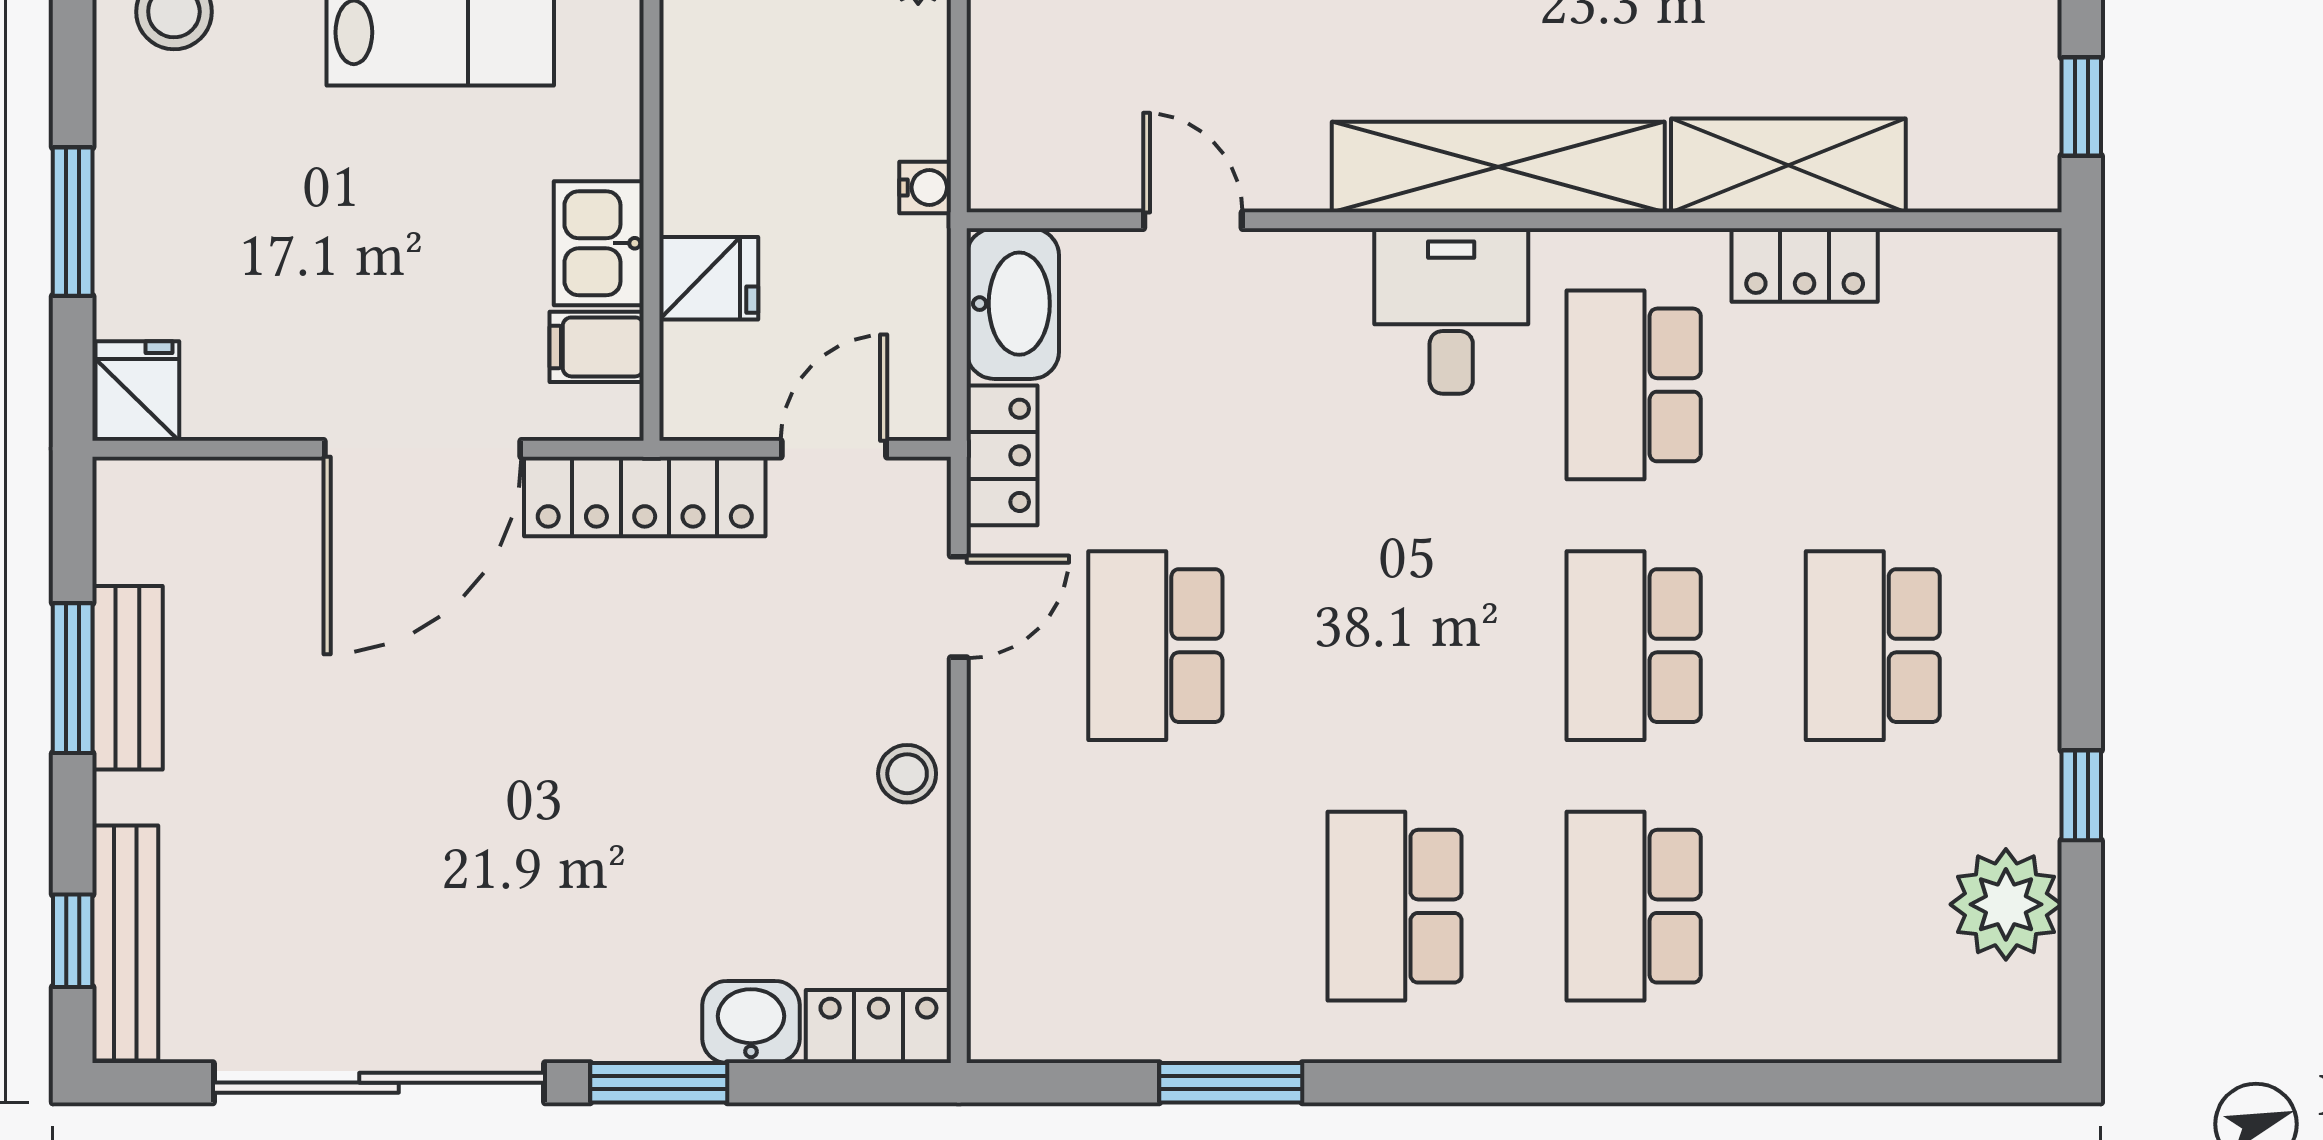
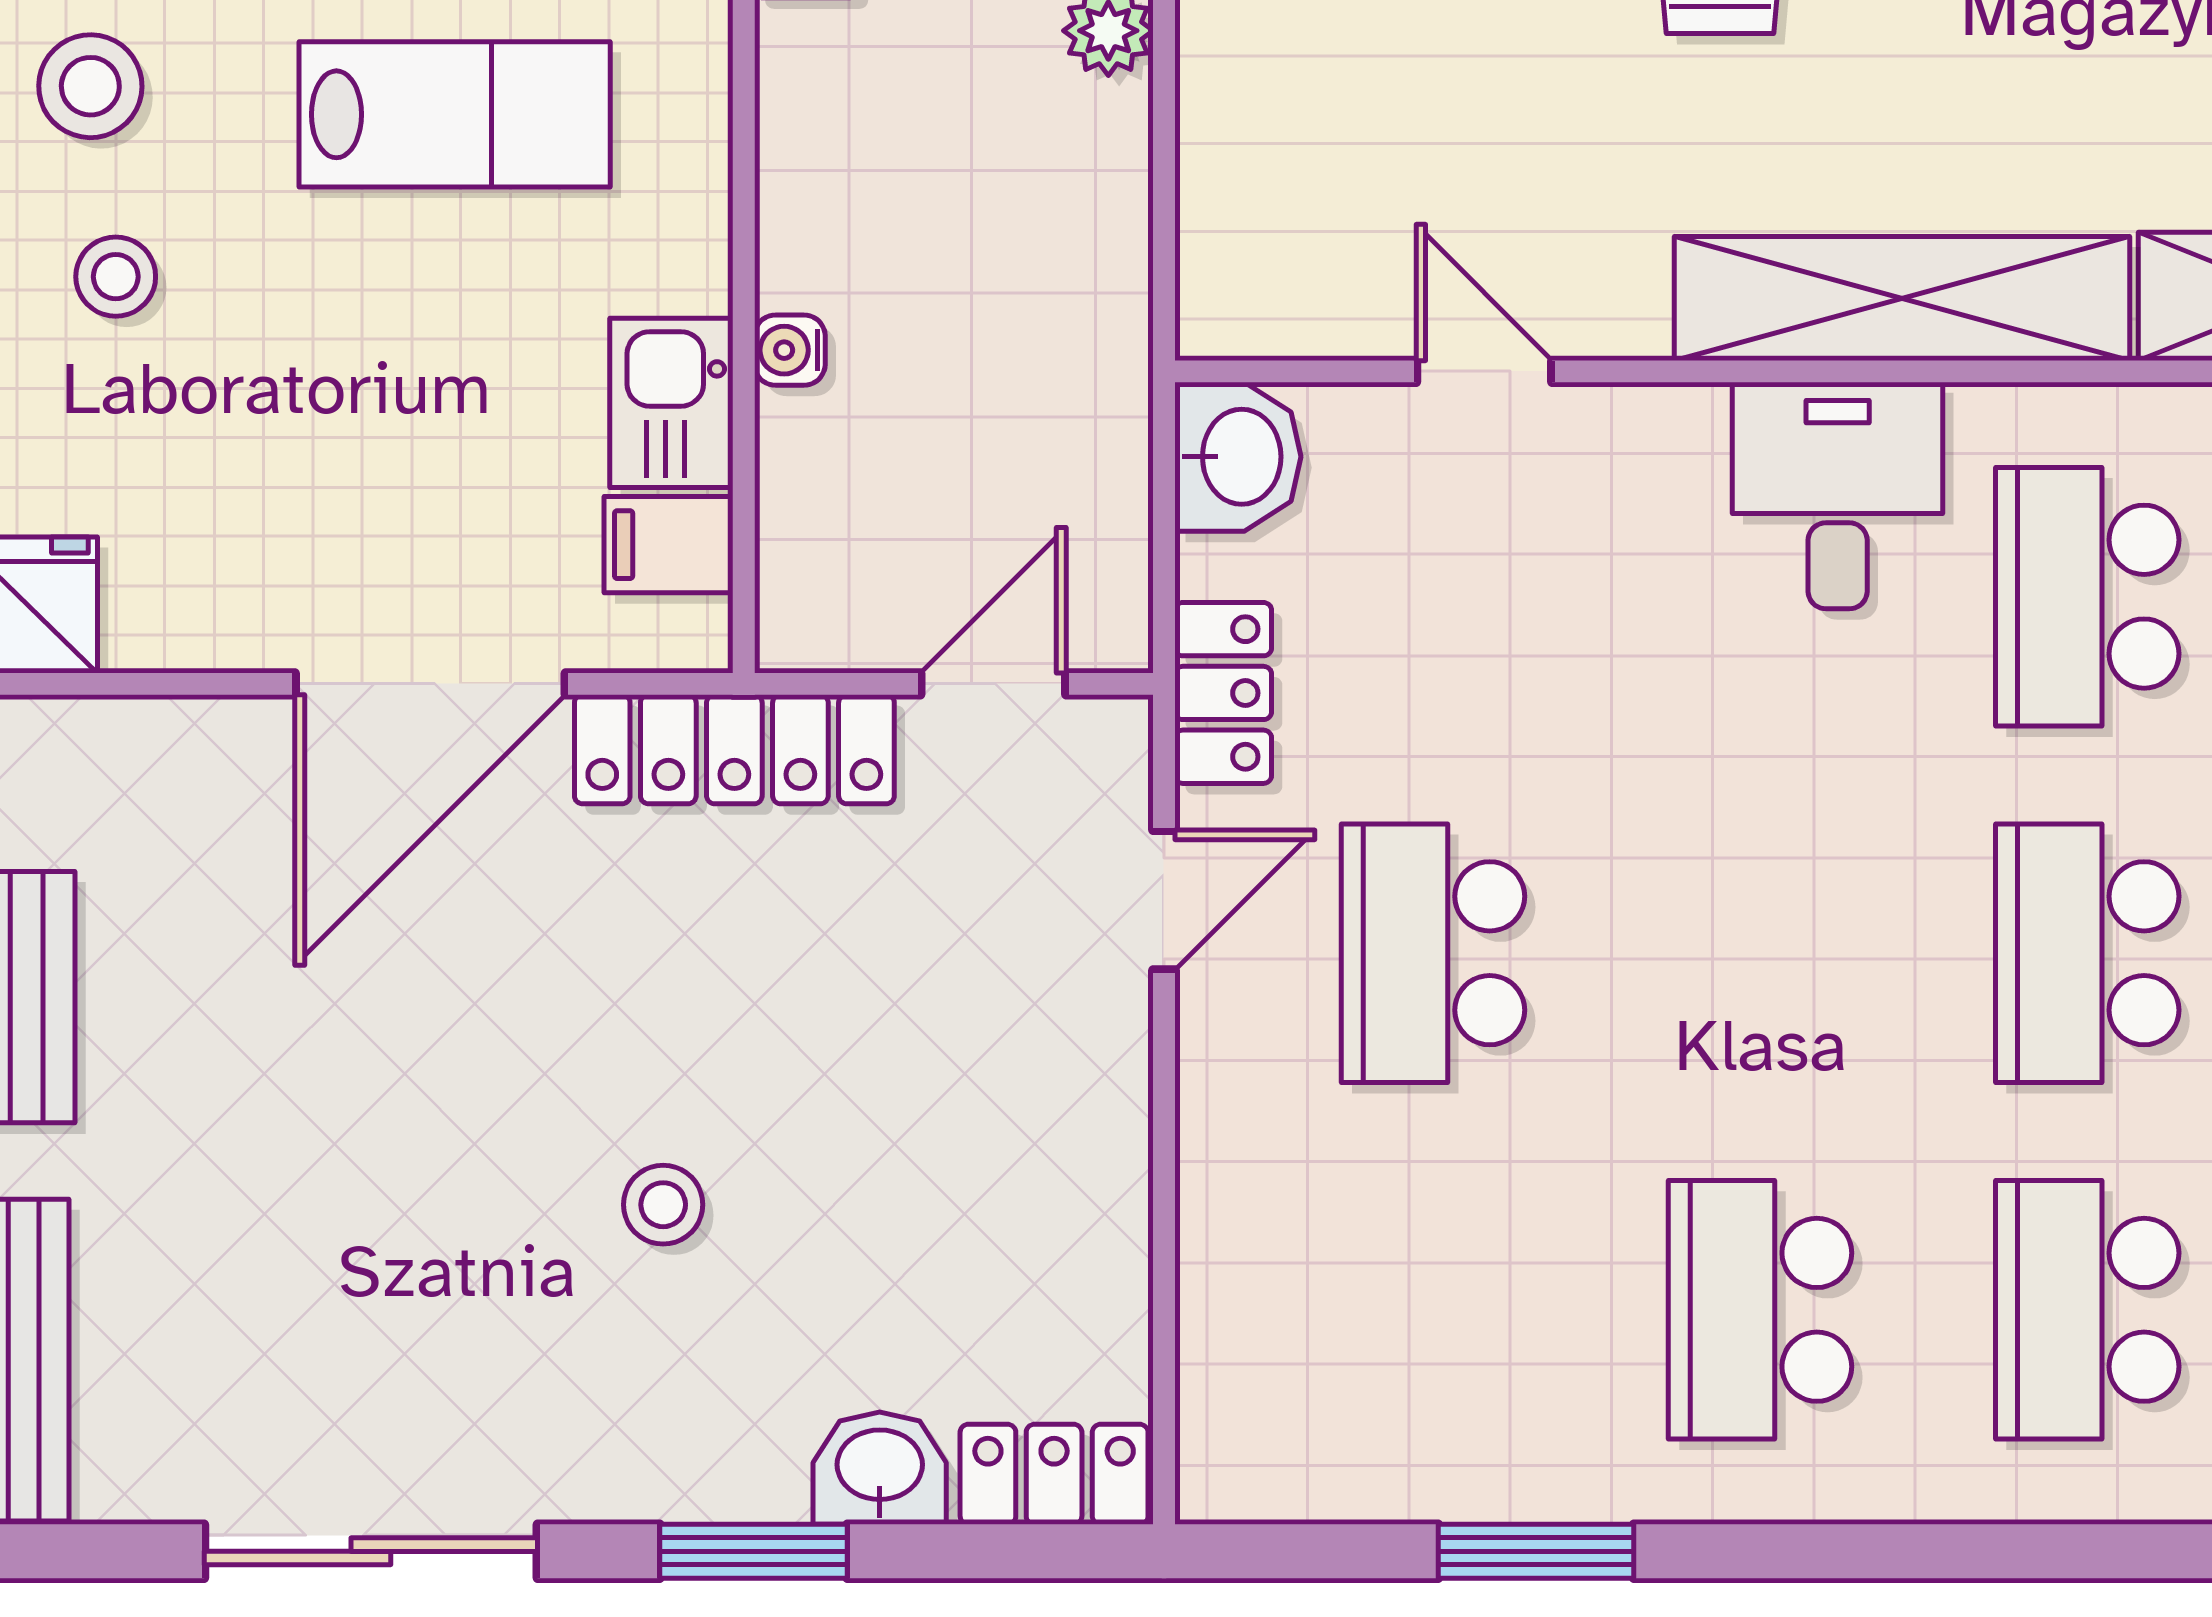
stool: (193, 151) -> (116, 277), added
water cooler: (925, 187) -> (790, 350), moved, turned 180
fridge: (709, 278) -> (822, 451), removed
washbasin: (1013, 304) -> (1238, 457), width x0.72
stool: (907, 774) -> (663, 1205), moved
sliding door: (379, 1083) -> (371, 1551), width x0.73

